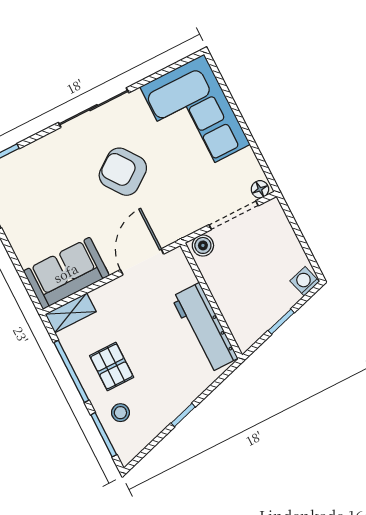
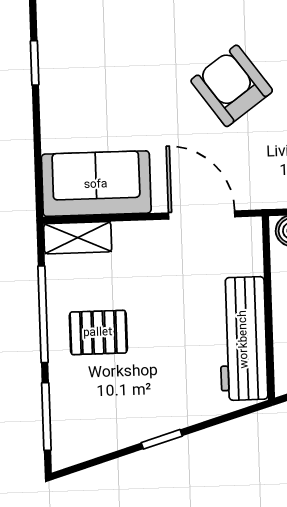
door: (142, 262) -> (202, 215), hinge flipped
pallet: (112, 366) -> (98, 332), turned 90
stool: (120, 413) -> (82, 398), removed

